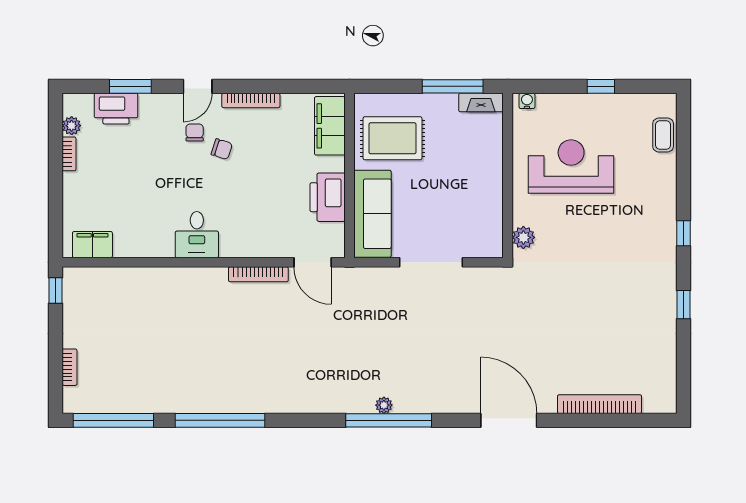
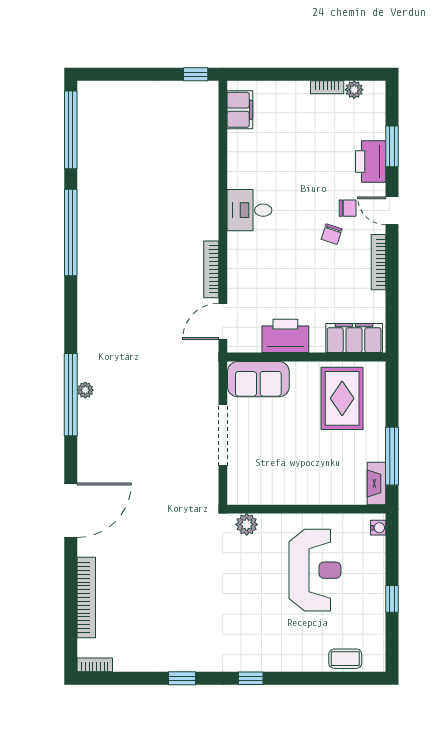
printer: (116, 109) -> (371, 161), moved
sofa: (372, 214) -> (258, 379), width x0.73
bookcase: (70, 367) -> (95, 665), moved, turned 180

